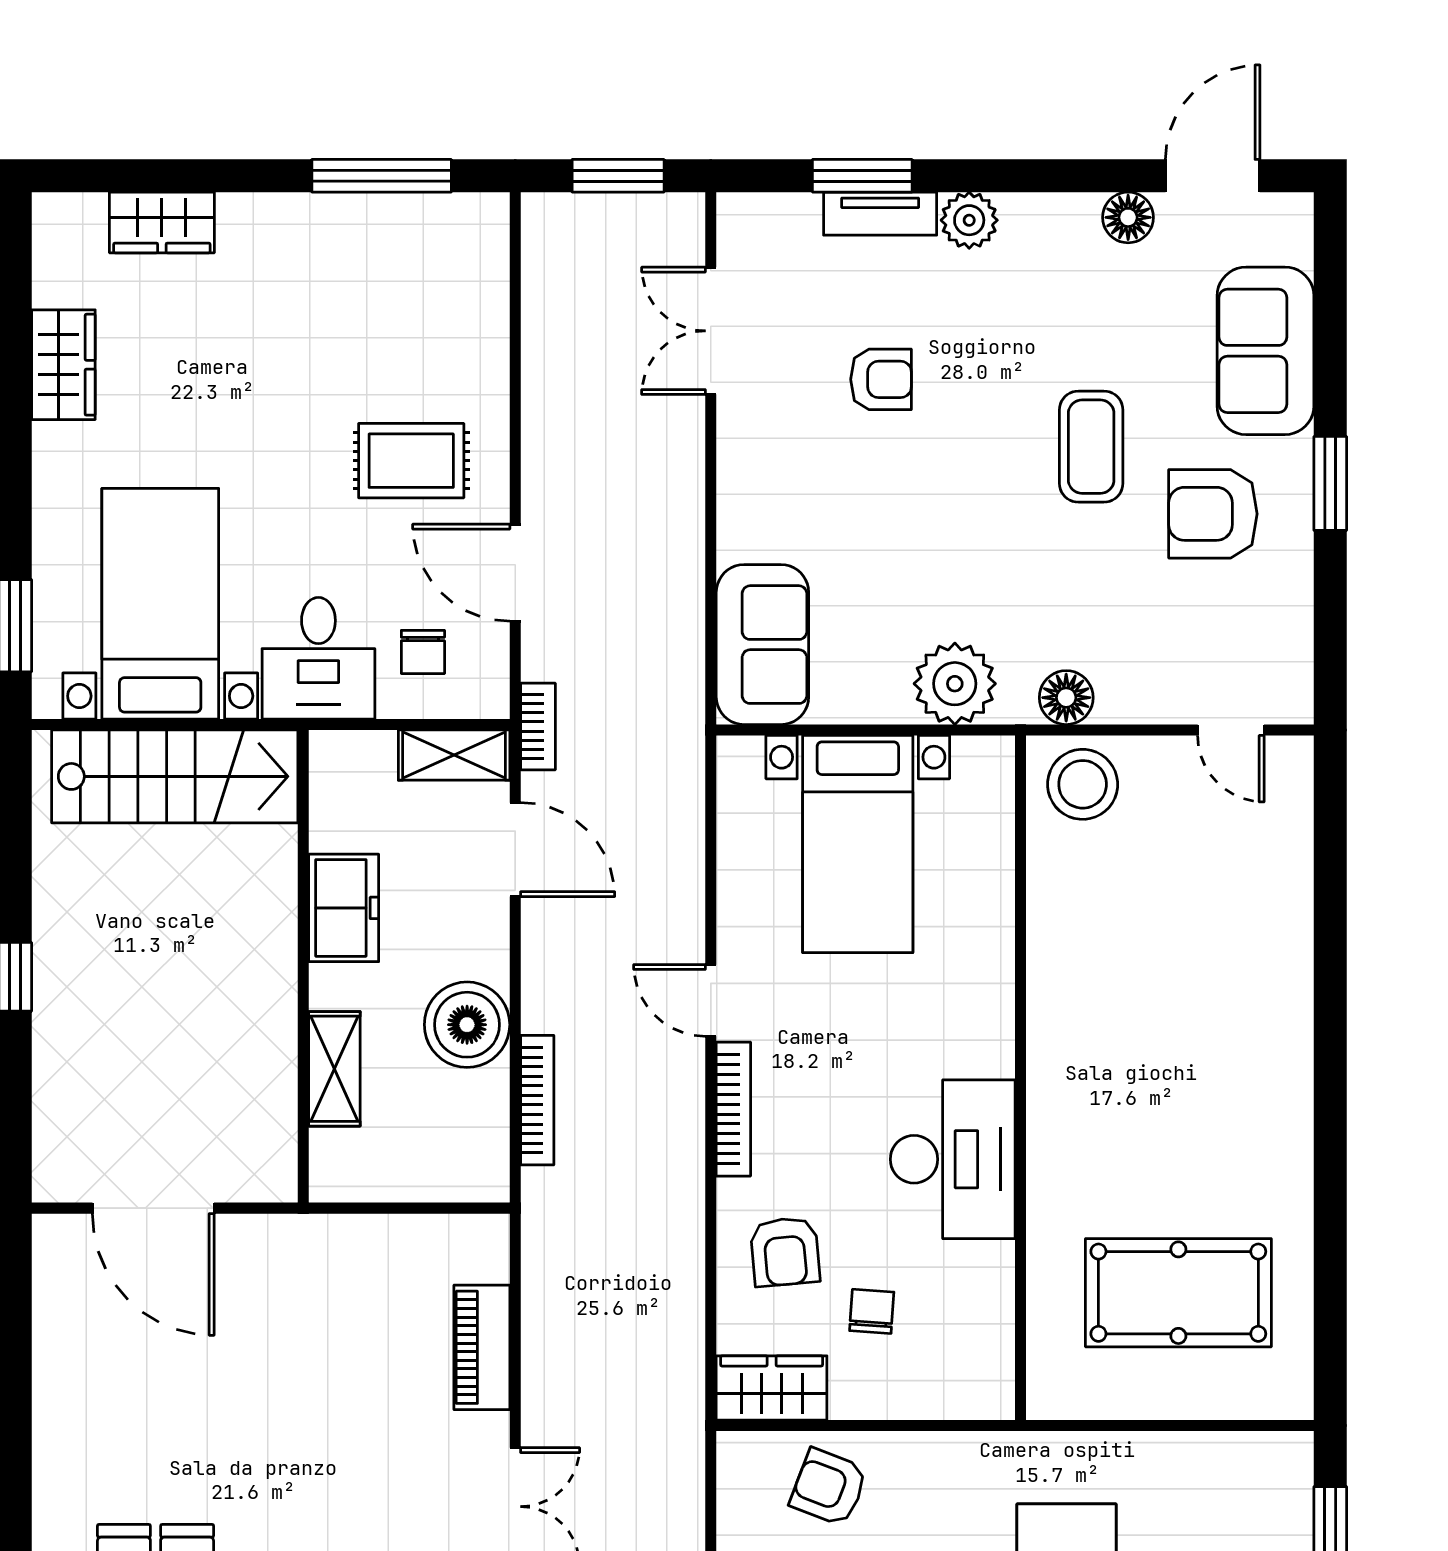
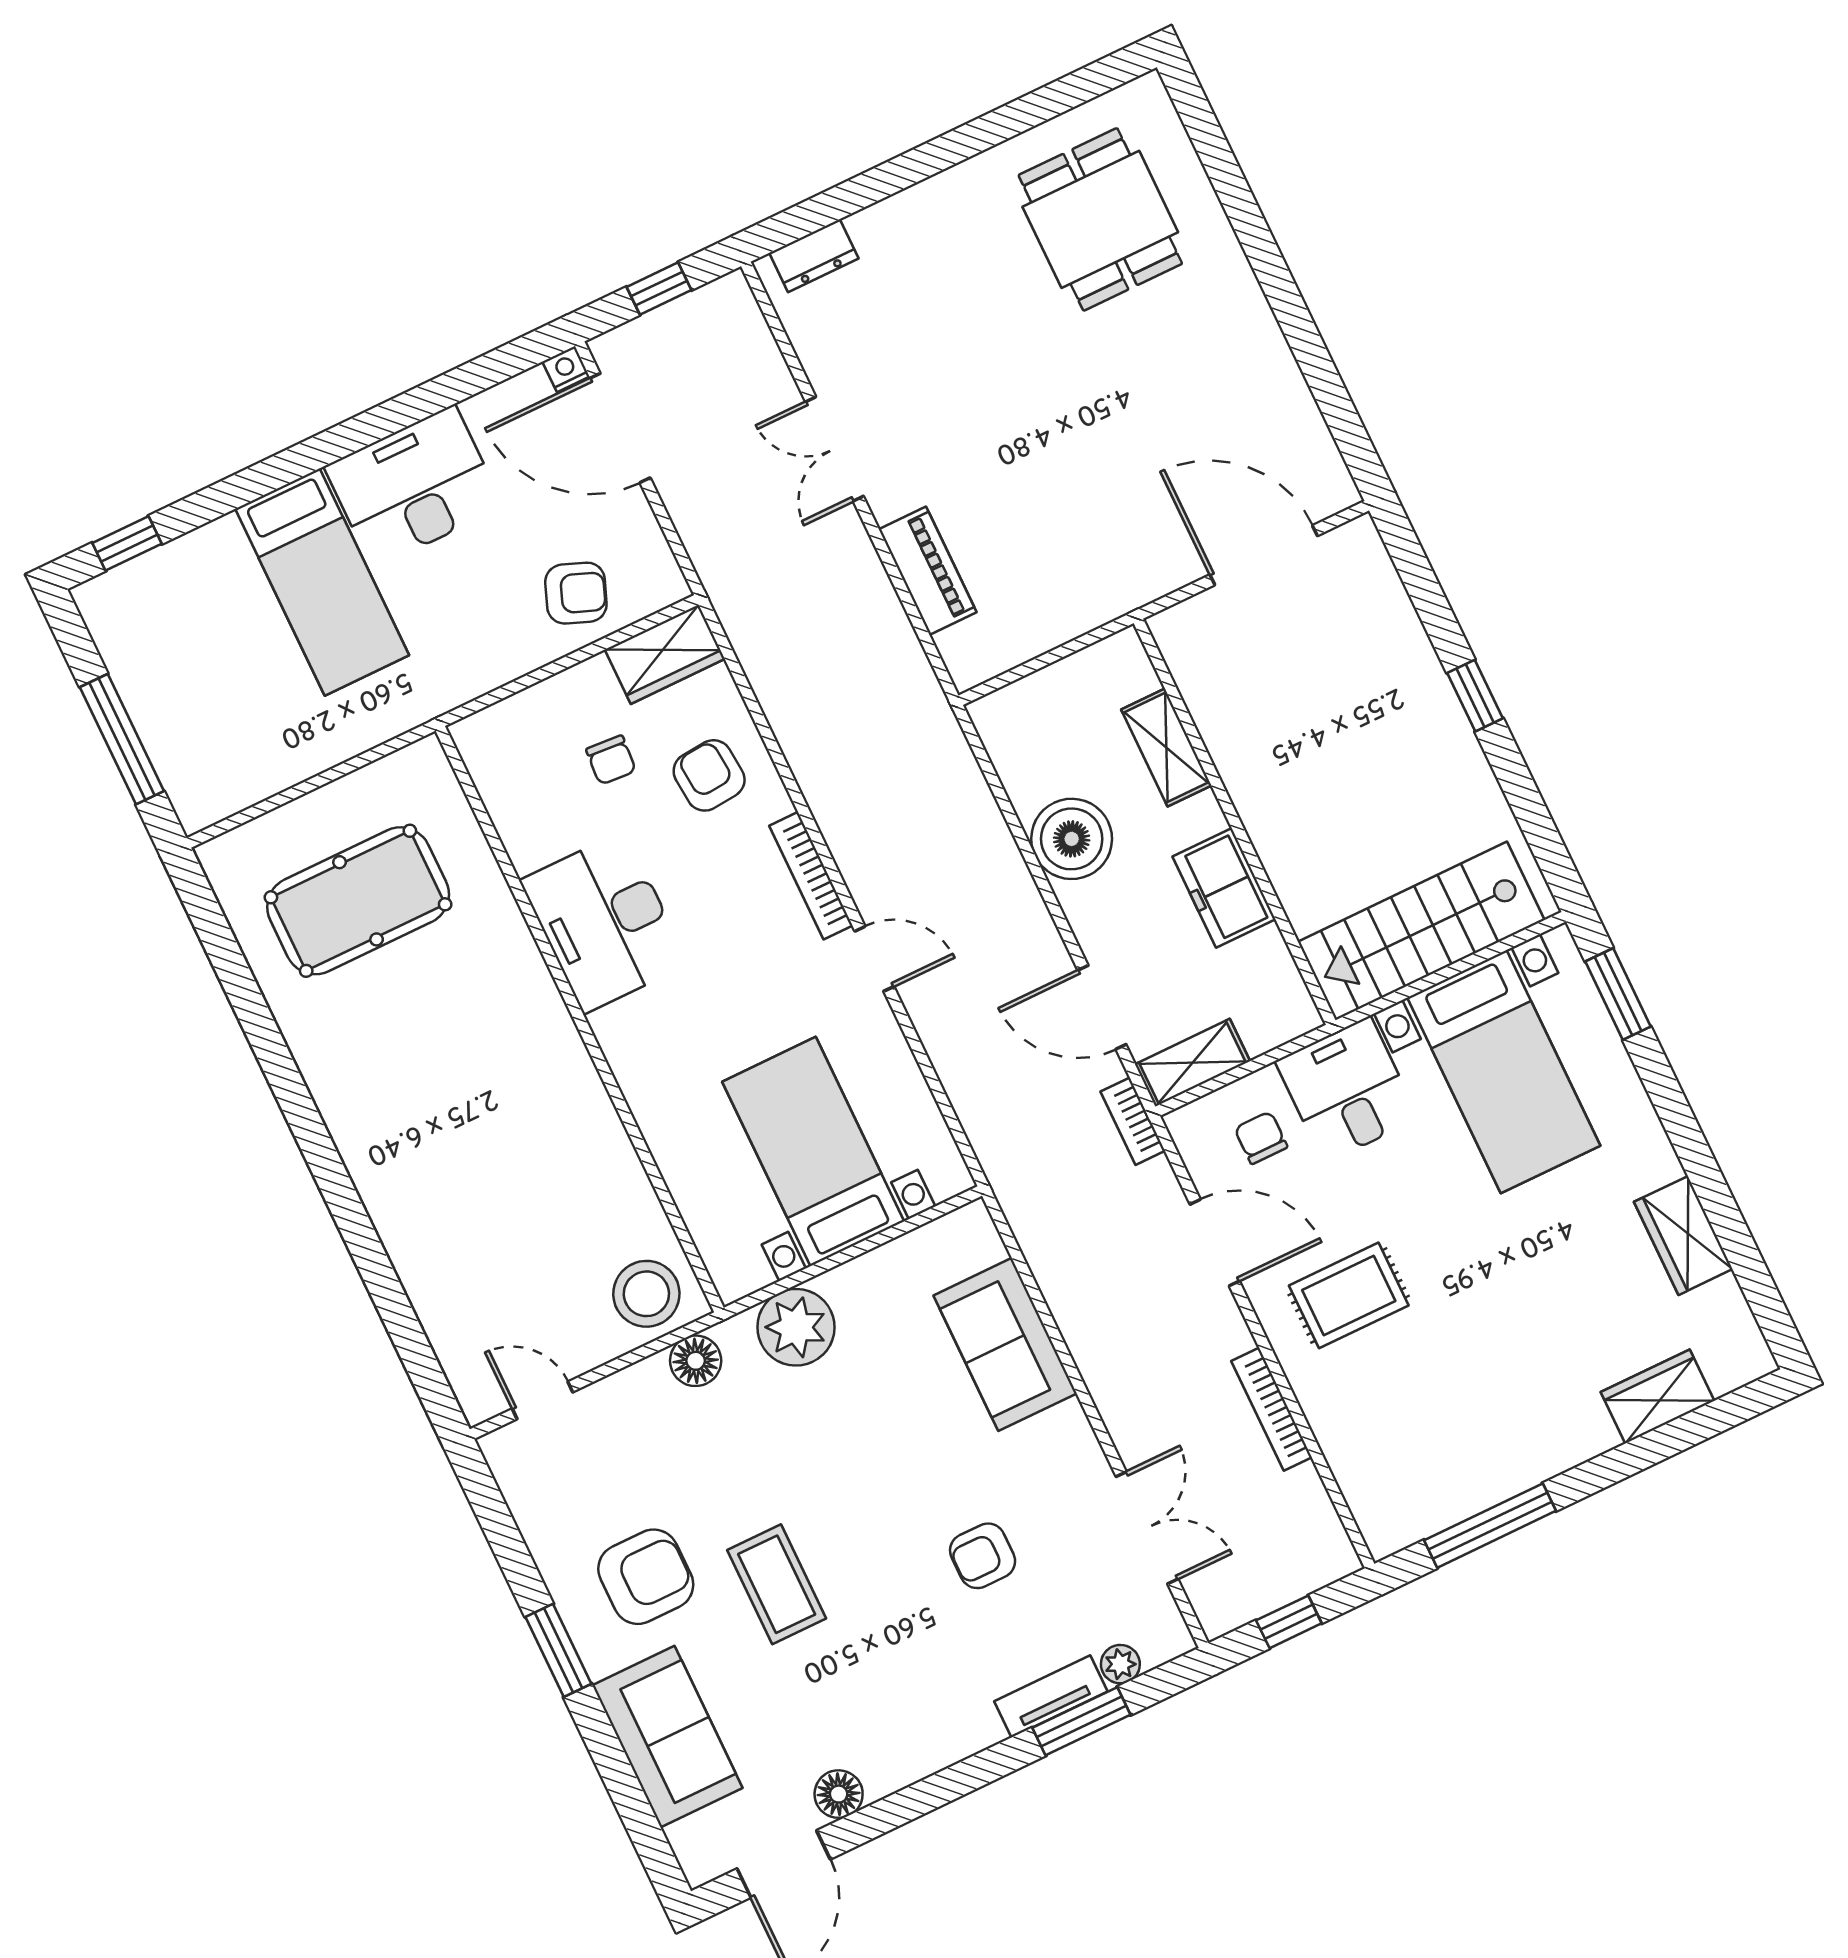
window: (618, 176) -> (1289, 1622), width x0.67
plant: (969, 220) -> (1120, 1664), moved, width x0.73, depth x0.73
sofa: (762, 645) -> (1005, 1344), moved
bookcase: (537, 1100) -> (1272, 1409), moved

